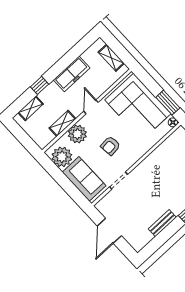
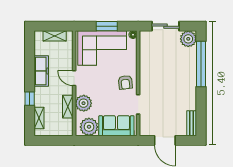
window: (168, 103) -> (107, 26), moved
armchair: (110, 146) -> (125, 82), moved
bench: (162, 223) -> (192, 123), moved

